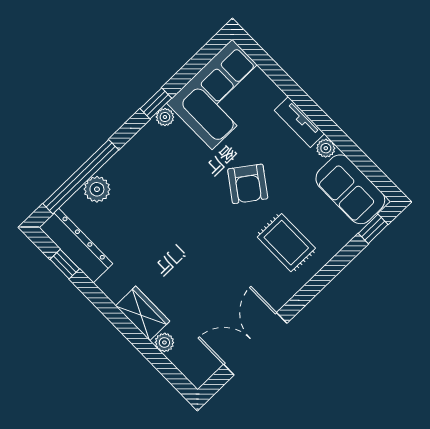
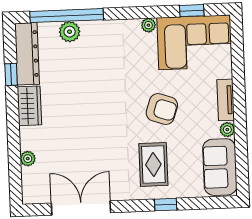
window: (156, 103) -> (192, 11), moved
armchair: (248, 184) -> (162, 109), turned -107
window: (373, 229) -> (166, 205), moved
window: (65, 264) -> (11, 75), moved
wardrobe: (143, 313) -> (29, 106), moved

